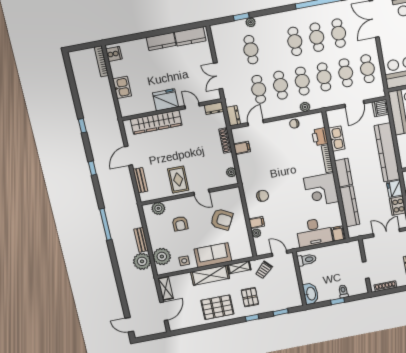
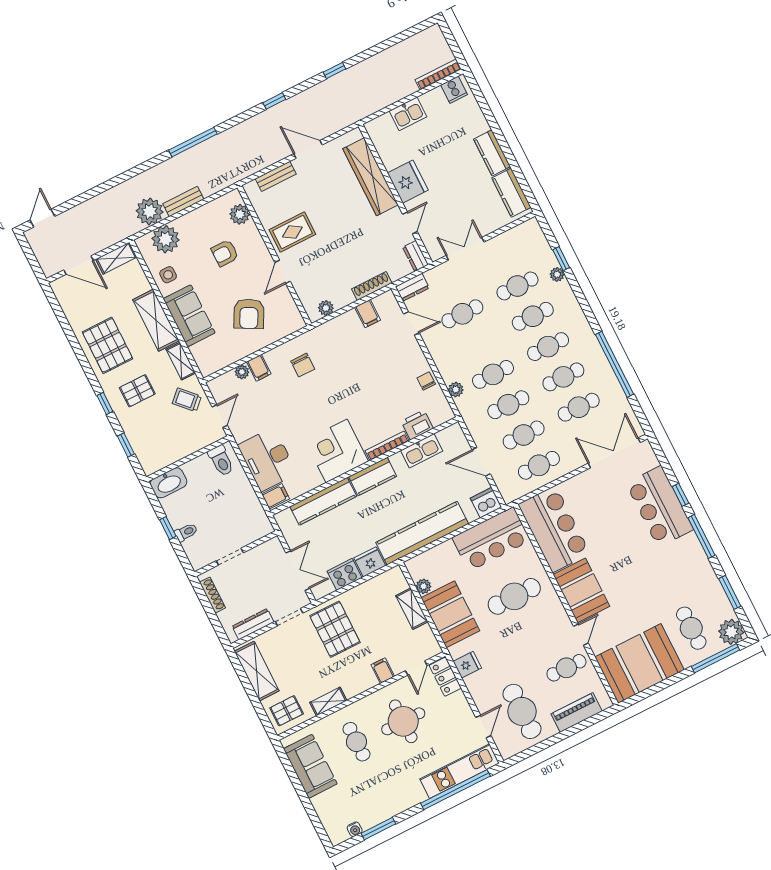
cafe table: (280, 85) -> (533, 316), moved

